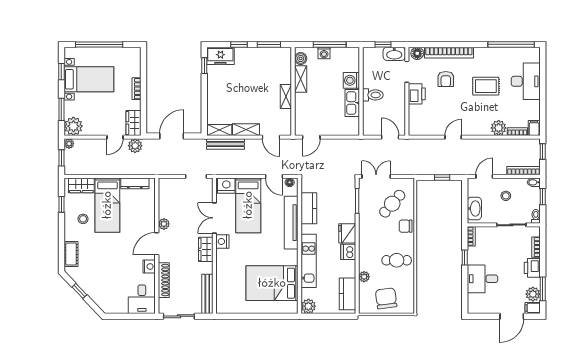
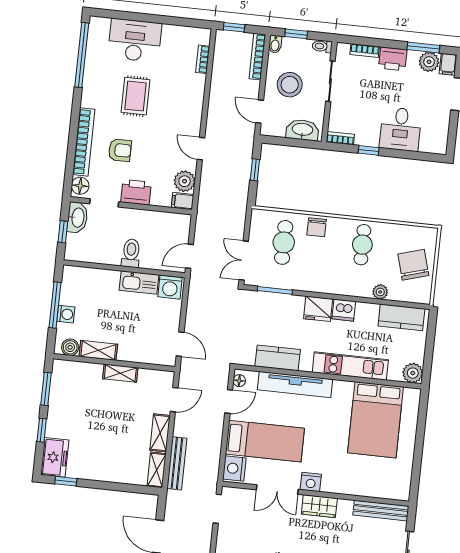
washing machine: (351, 80) -> (170, 287), moved
plant: (499, 128) -> (185, 181), moved
filing cabinet: (534, 128) -> (183, 201), moved
door: (390, 137) -> (189, 256), moved
stool: (506, 196) -> (290, 85), width x1.89, depth x1.89
cafe table: (392, 204) -> (284, 242), turned 49
chair: (386, 298) -> (413, 265), turned 81

